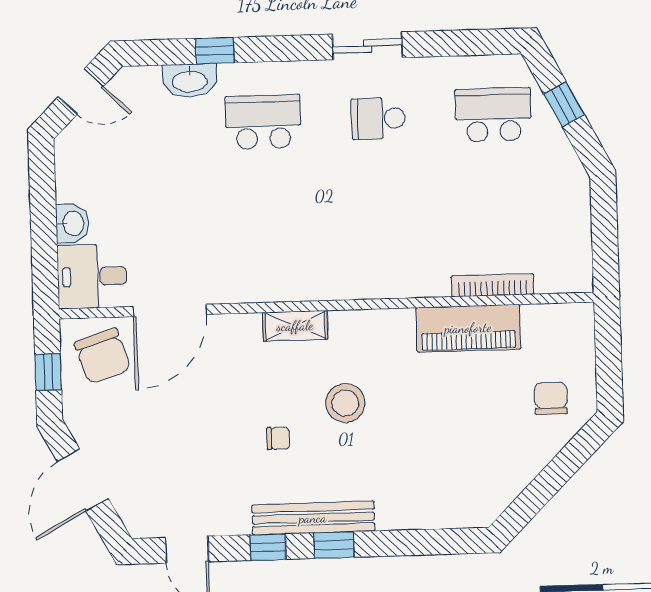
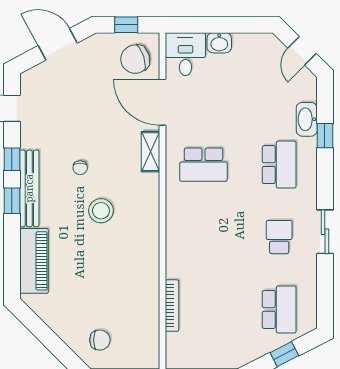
school desk: (267, 242) -> (203, 165), added
shelving: (295, 326) -> (150, 152), moved
piano: (468, 328) -> (34, 261), moved, turned 180

